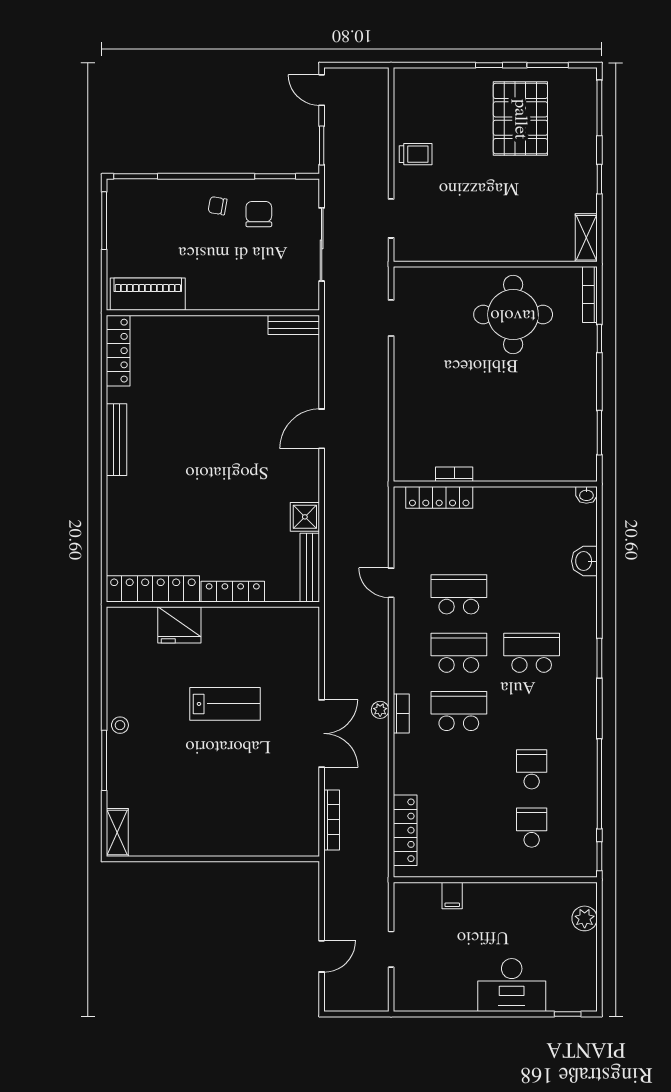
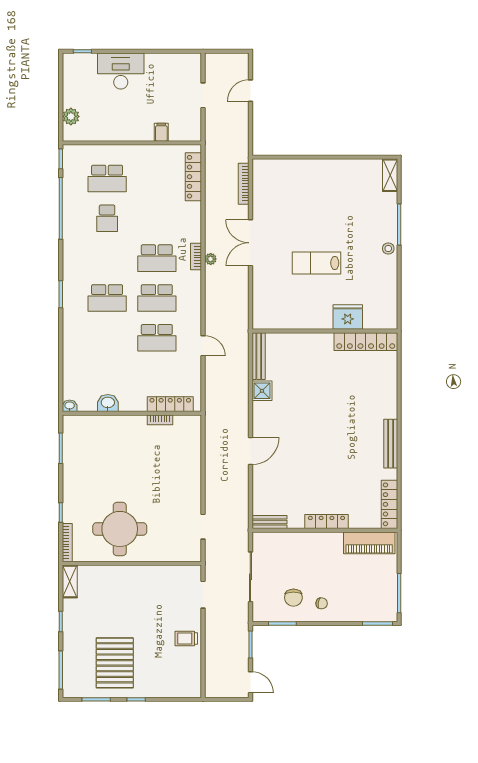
washbasin: (584, 561) -> (108, 403), moved, turned -90
locker: (233, 592) -> (326, 521), moved, turned 180
school desk: (532, 828) -> (107, 178), width x1.85

